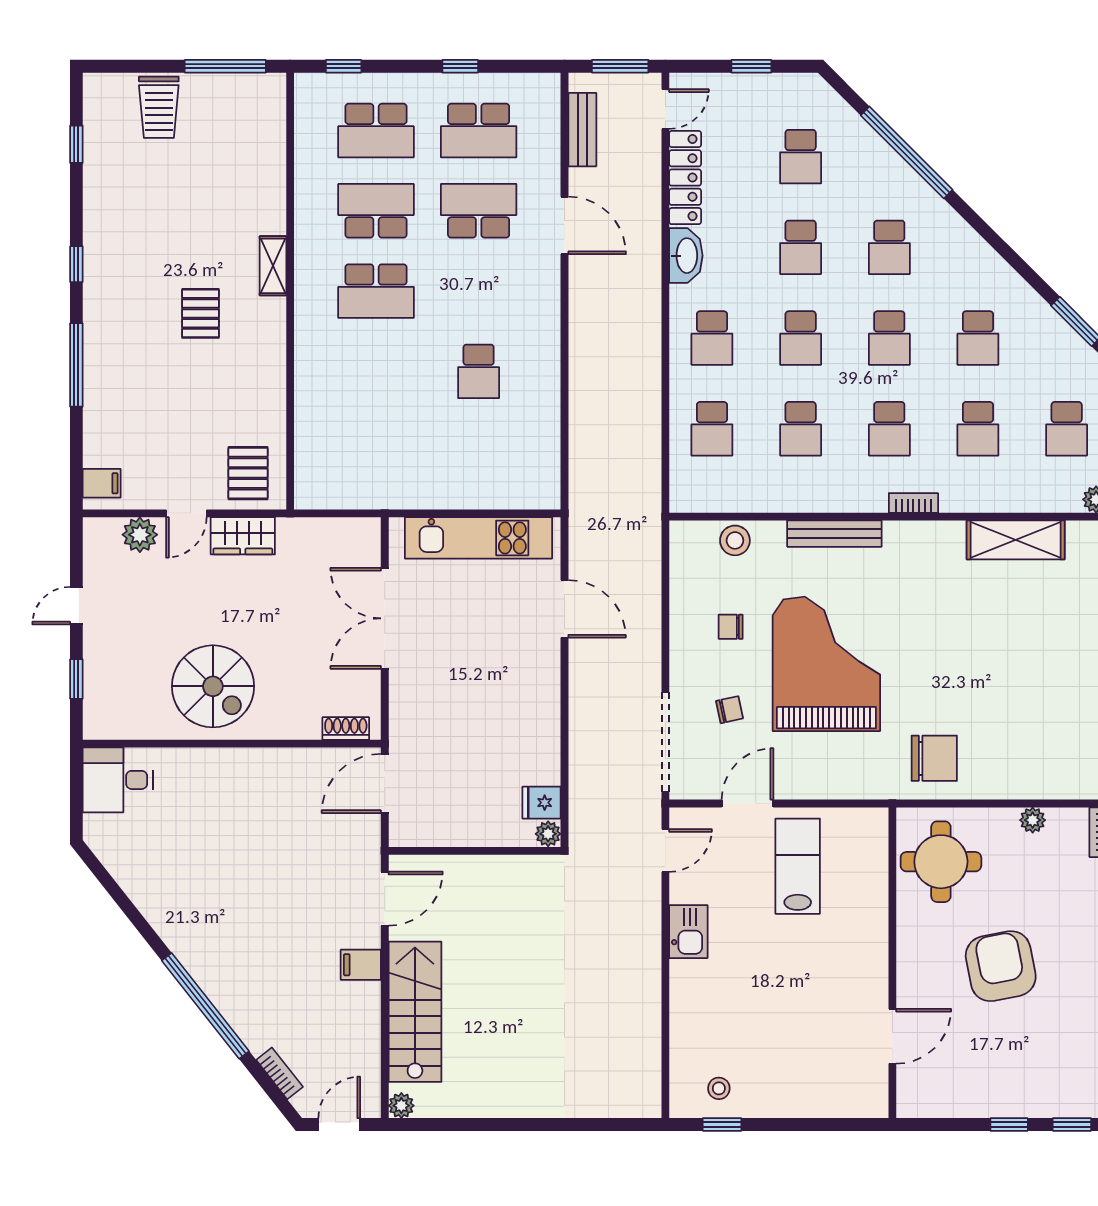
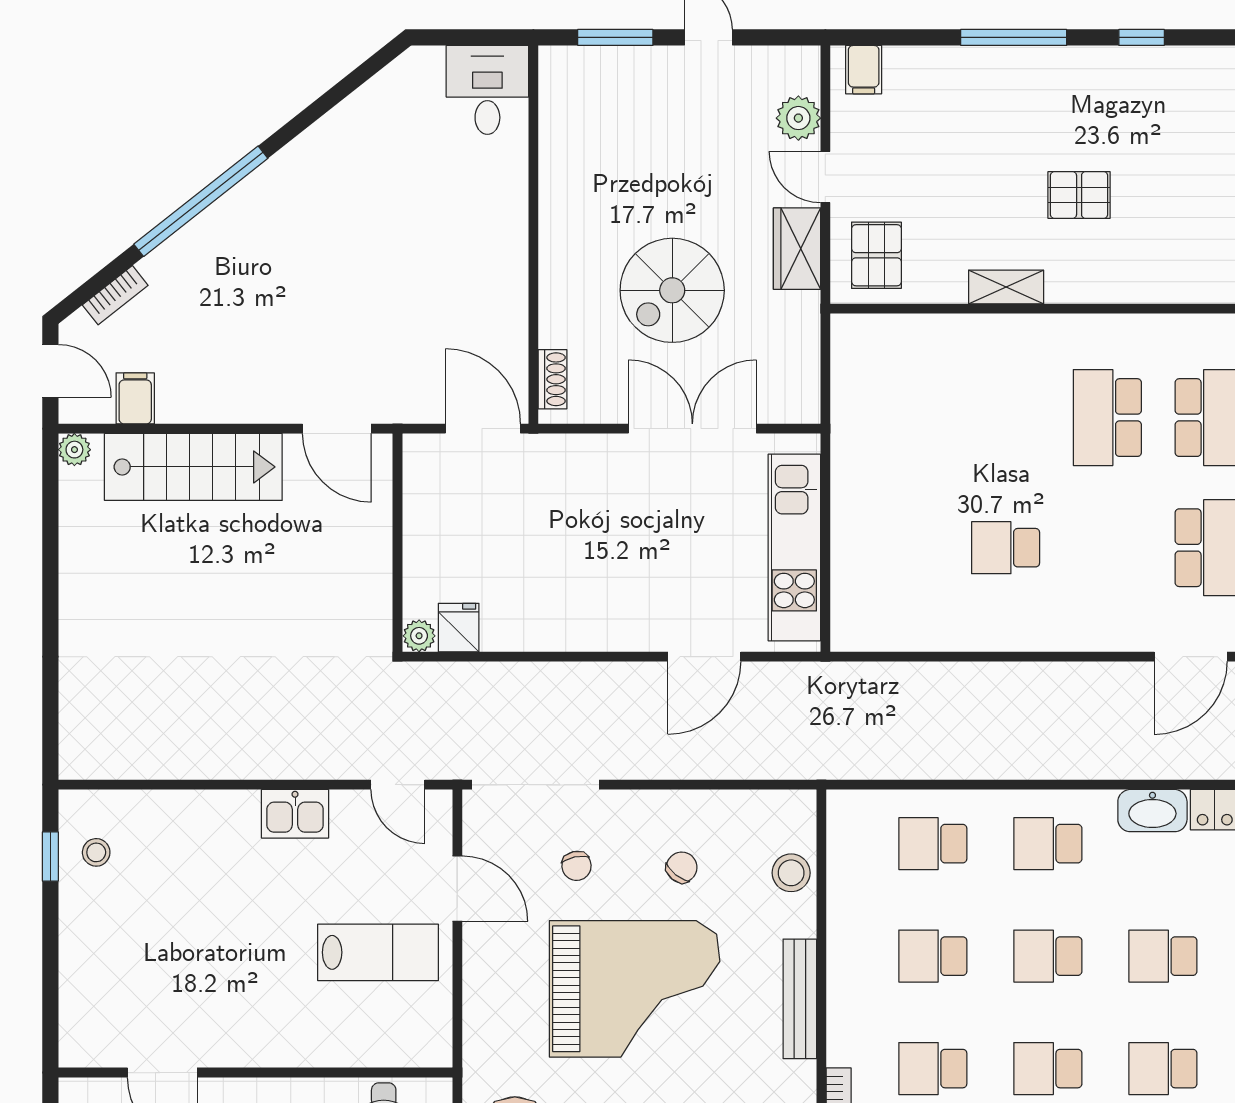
shelving: (273, 266) -> (1006, 287), moved
pallet: (248, 473) -> (876, 255), turned 90
chair: (731, 627) -> (682, 867), turned 39
window: (76, 679) -> (615, 37), width x1.50
spiral stairs: (213, 686) -> (672, 290), moved
filing cabinet: (361, 965) -> (135, 398), moved

